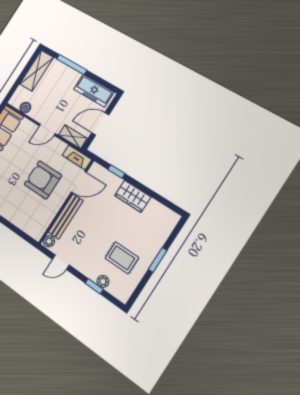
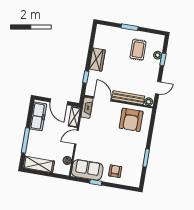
door: (47, 130) -> (76, 137), swing flipped
armchair: (43, 180) -> (131, 120), moved
door: (61, 262) -> (158, 88), hinge flipped

